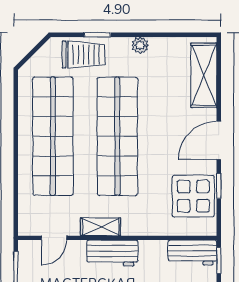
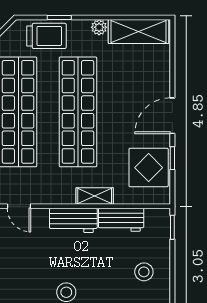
shelving: (204, 75) -> (139, 32), moved, turned 90
shelving: (100, 227) -> (95, 196), moved
door: (54, 238) -> (19, 206), hinge flipped
workbench: (193, 253) -> (121, 220), moved

